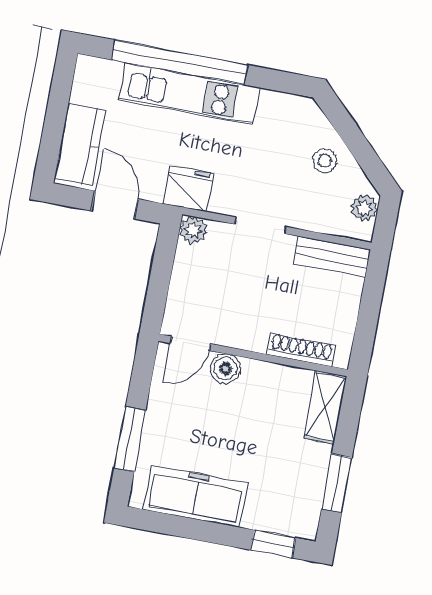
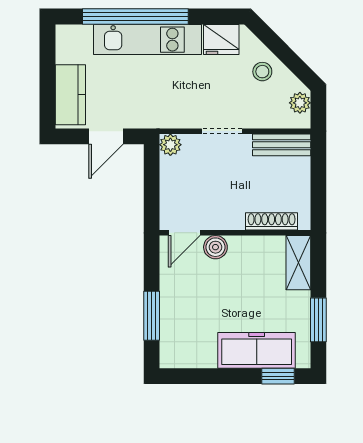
fridge: (188, 189) -> (221, 40), moved, turned 180
door: (115, 205) -> (106, 136), swing flipped
freezer: (196, 496) -> (257, 350), moved

